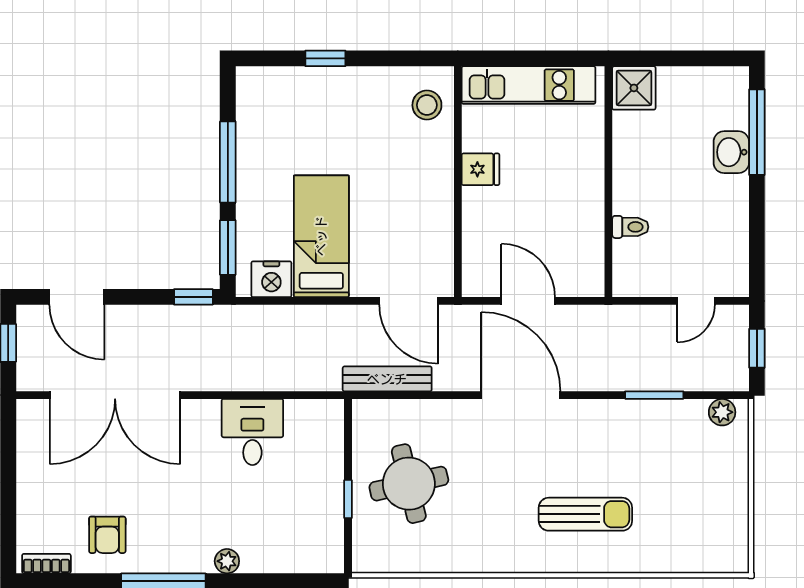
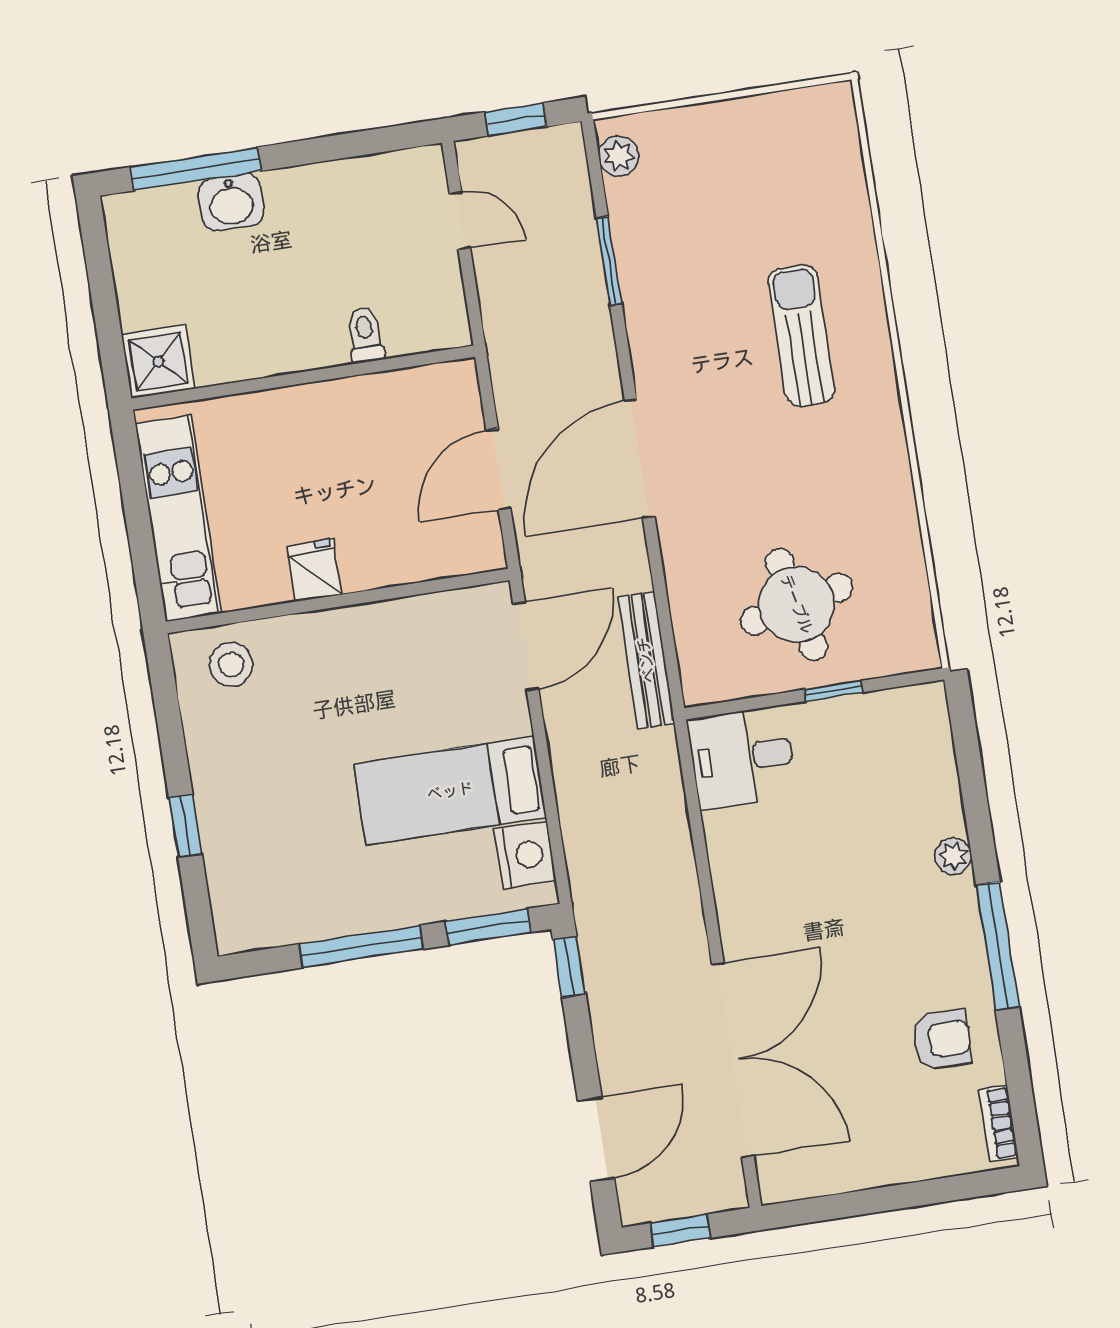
desk: (252, 432) -> (742, 757), moved

